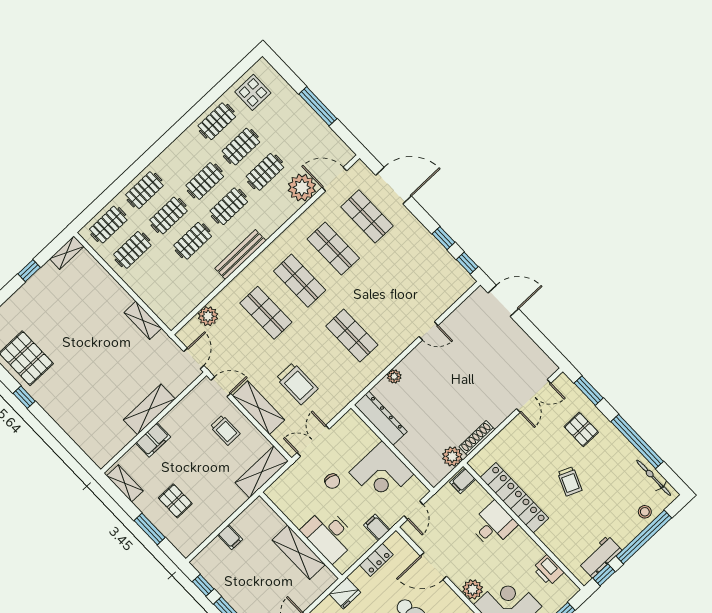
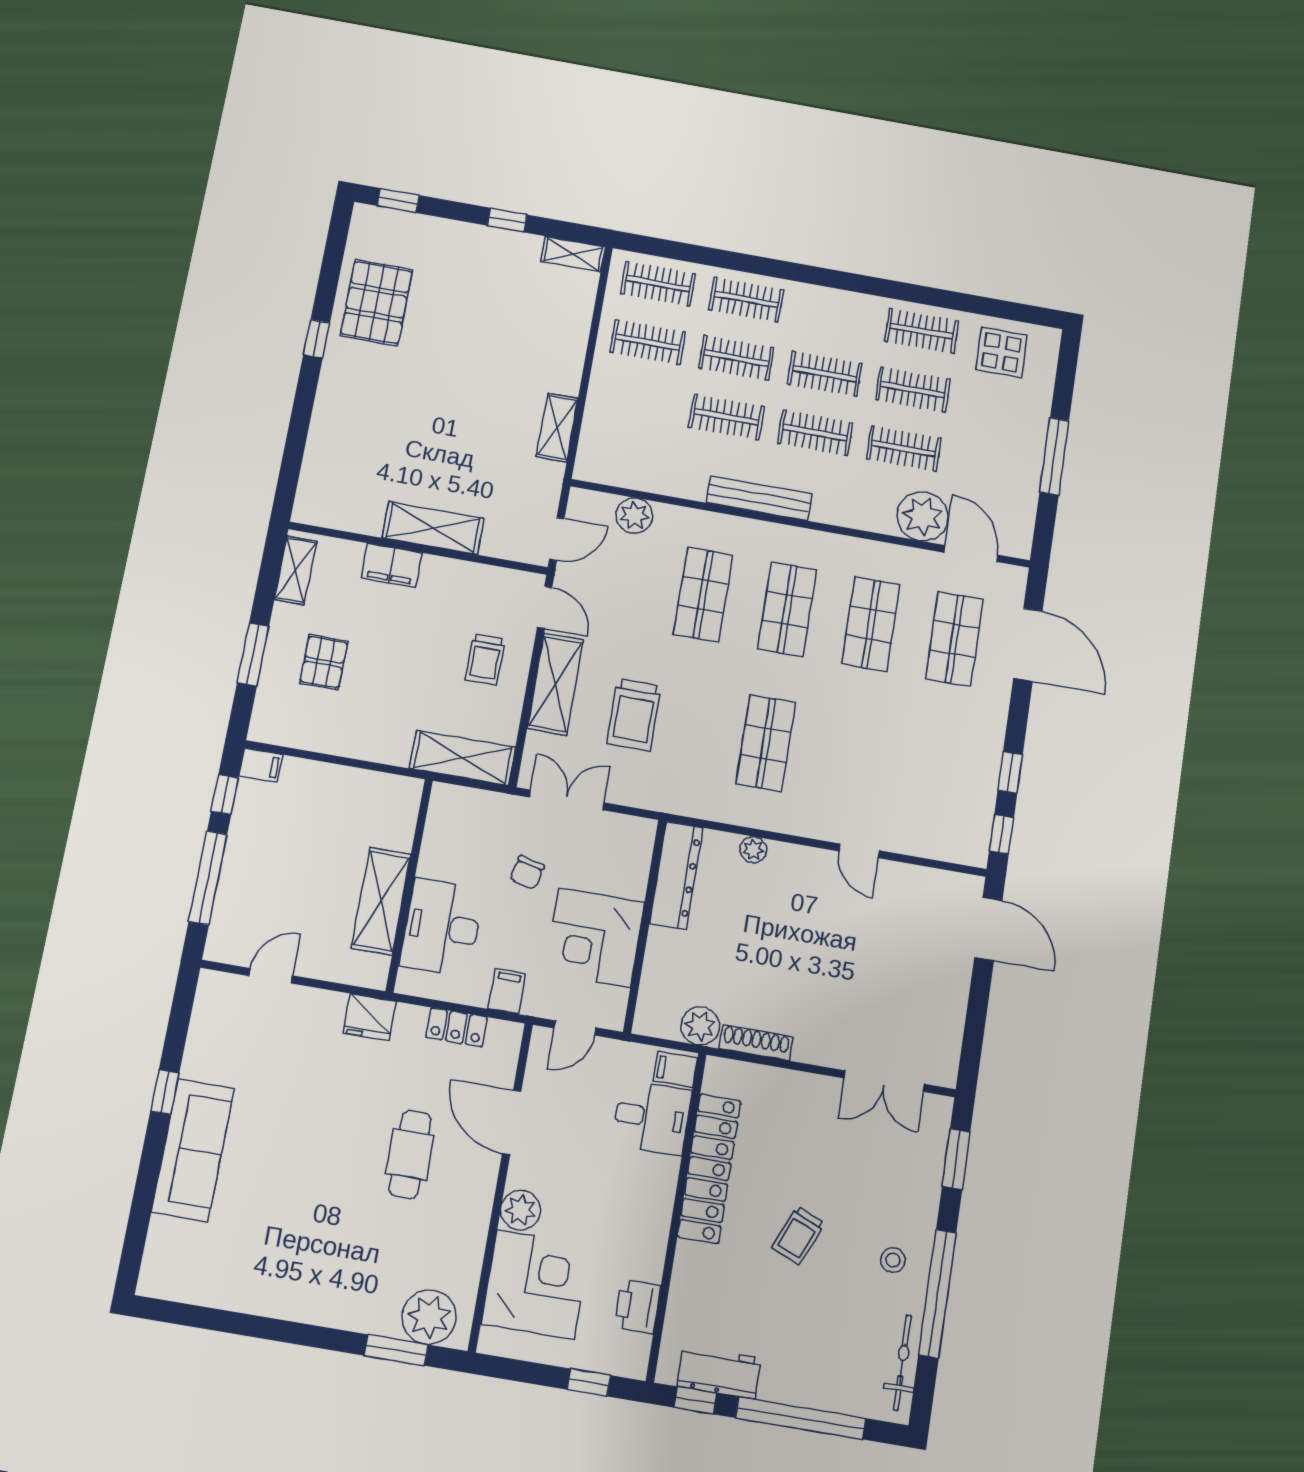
pallet: (581, 429) -> (890, 1193), removed
stool: (645, 512) -> (893, 1260), moved
desk: (493, 525) -> (652, 1117), moved
filing cabinet: (230, 537) -> (261, 765), moved, turned -90

